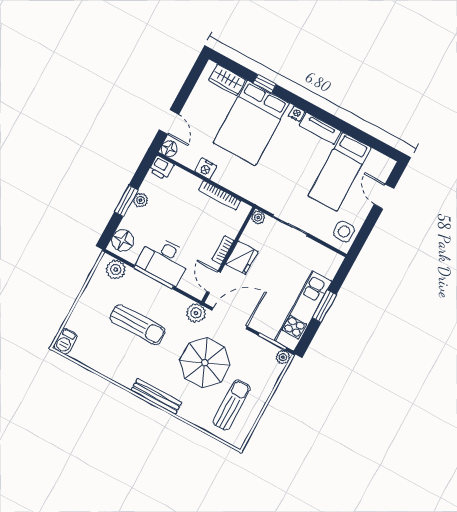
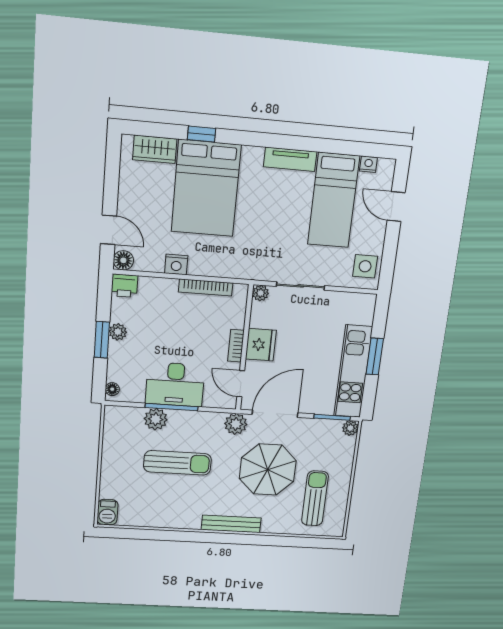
nightstand: (296, 114) -> (368, 164), moved
floor lamp: (123, 240) -> (112, 389), width x0.53, depth x0.53
plant: (116, 270) -> (156, 419), moved

